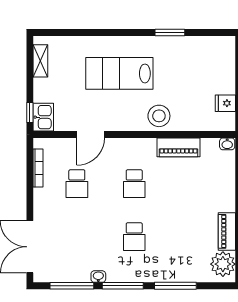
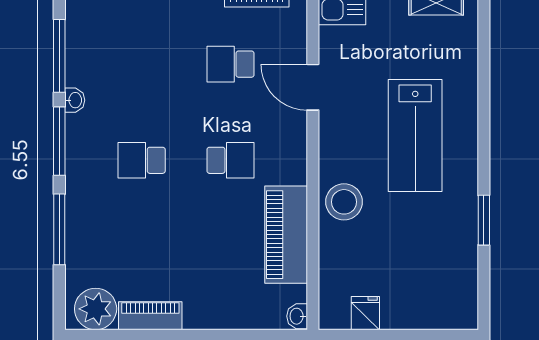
lab bench: (119, 73) -> (415, 135), turned 180
piano: (179, 147) -> (286, 235), width x1.37, depth x1.33
school desk: (134, 184) -> (230, 160), turned 180

